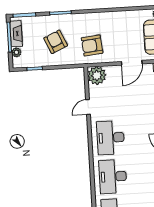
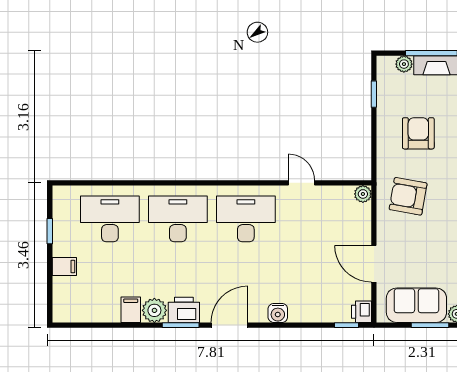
armchair: (56, 42) -> (418, 133), turned -66
armchair: (92, 46) -> (408, 196), turned -74
plant: (97, 76) -> (363, 194), width x0.53, depth x0.53

